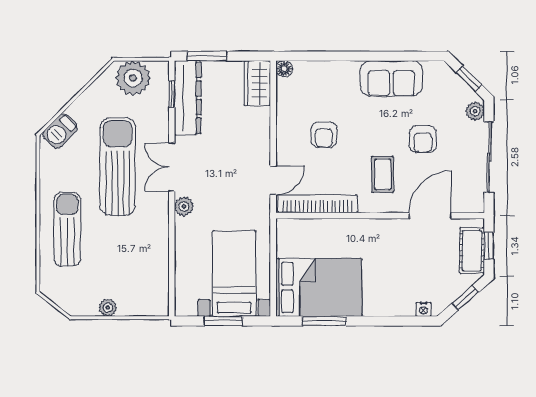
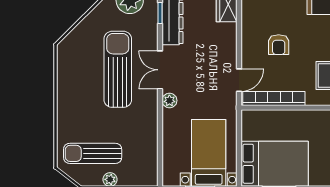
barbecue: (60, 131) -> (73, 42), removed
sun lounger: (67, 229) -> (93, 153), moved, turned -90

